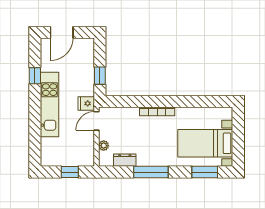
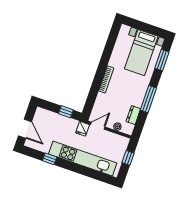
kitchen unit: (50, 105) -> (83, 158), width x1.36
door: (96, 121) -> (98, 126), swing flipped

